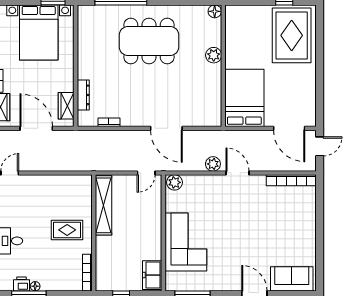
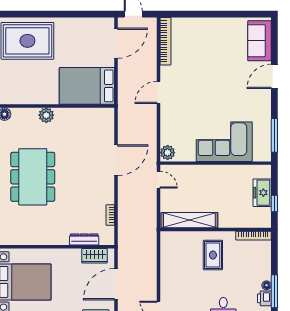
plant: (213, 164) -> (150, 116), removed
freezer: (152, 275) -> (262, 193), moved, turned 90

